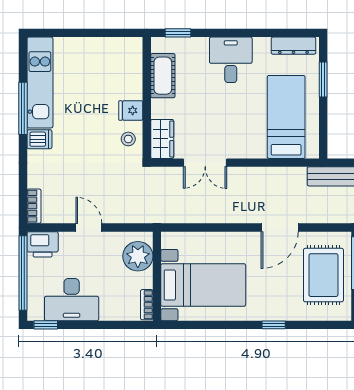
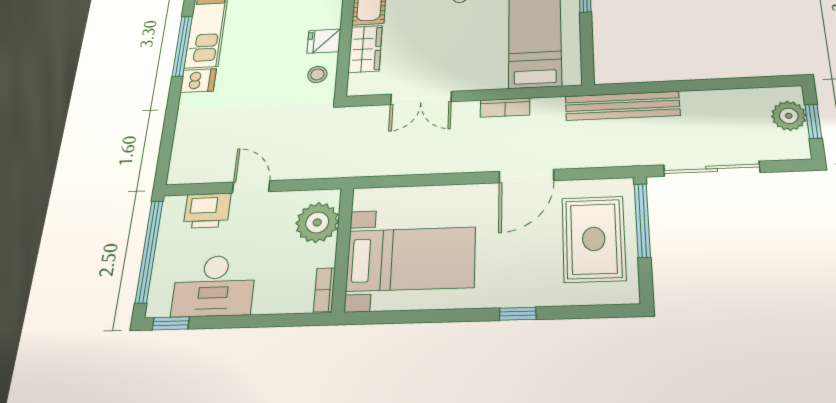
wardrobe: (162, 139) -> (365, 49), moved
bookcase: (34, 206) -> (505, 108), moved, turned 90
printer: (43, 244) -> (207, 211), moved

